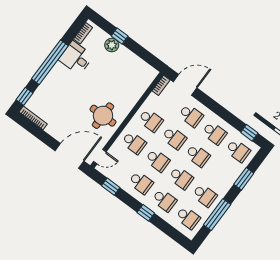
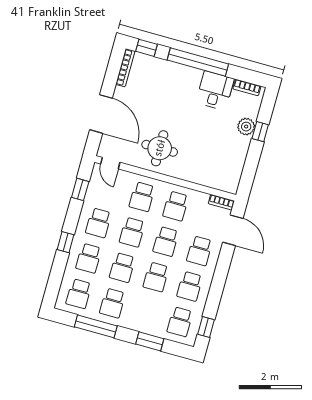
door: (69, 156) -> (101, 114), moved

